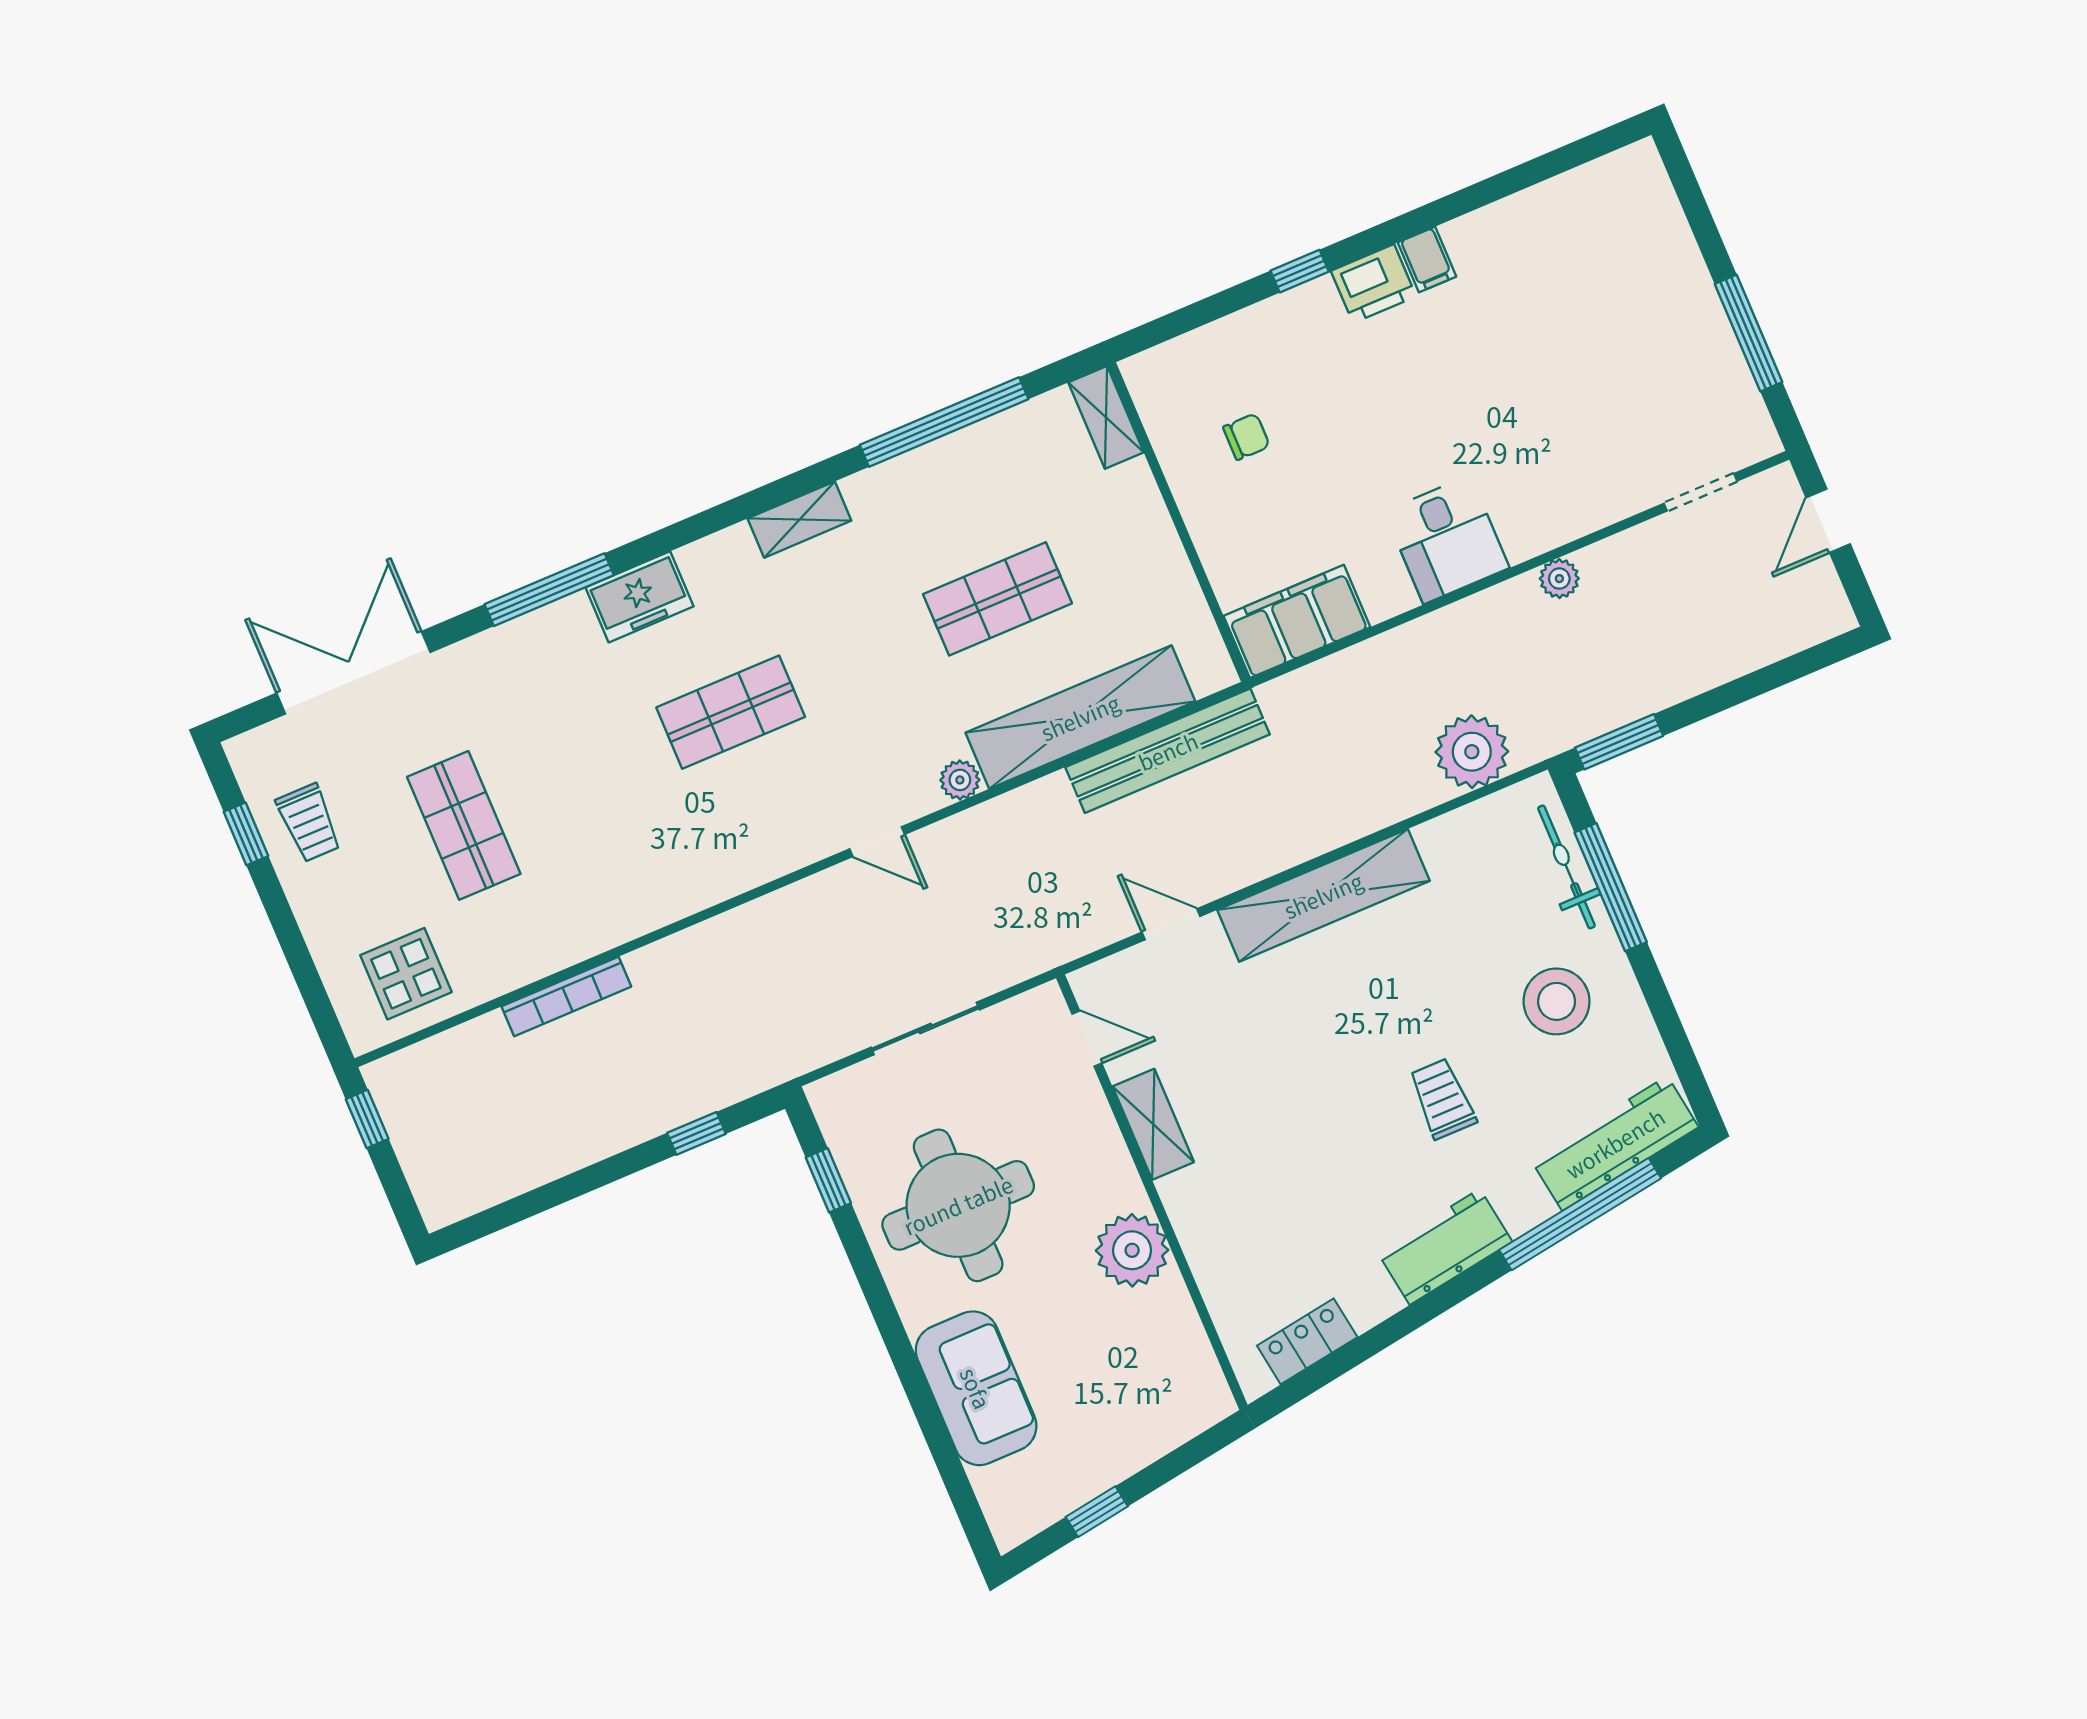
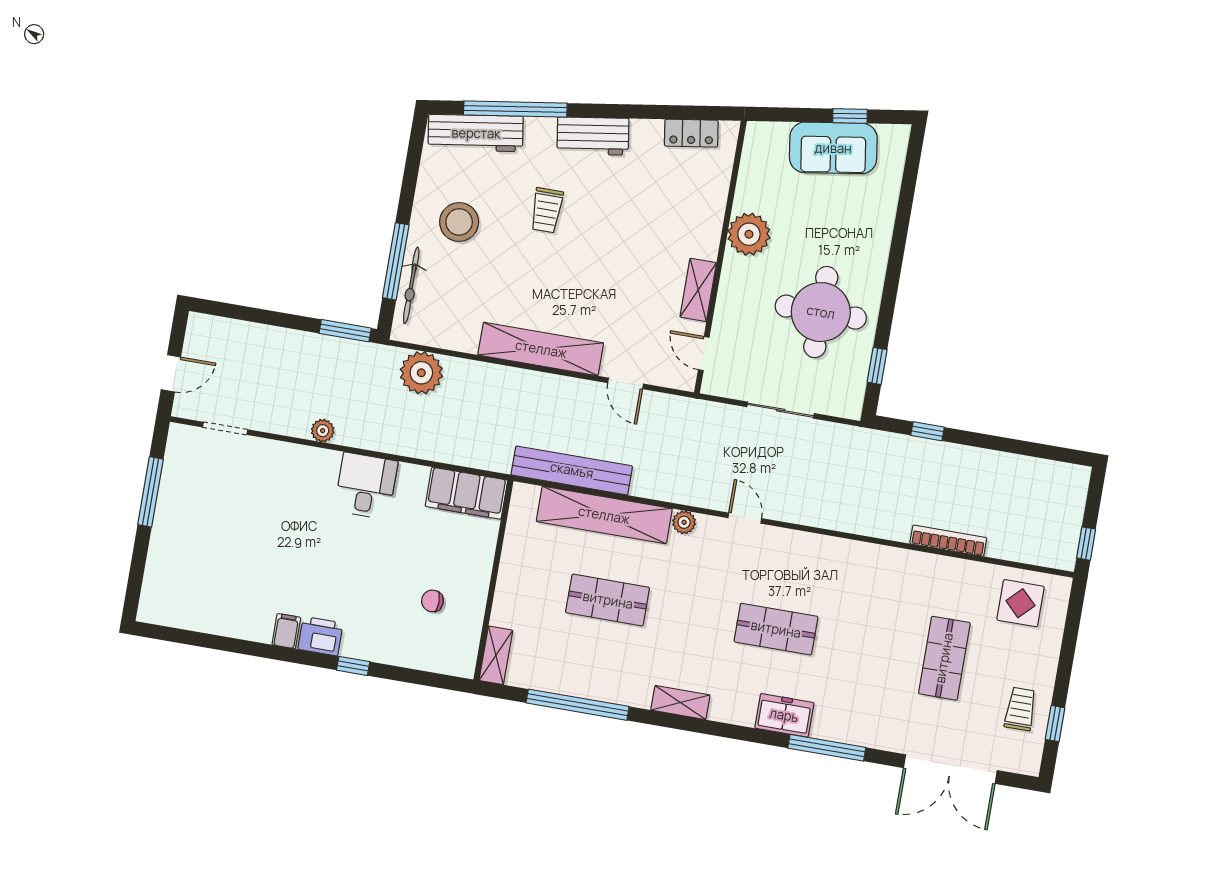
sofa: (976, 1388) -> (833, 148), moved, turned -99

